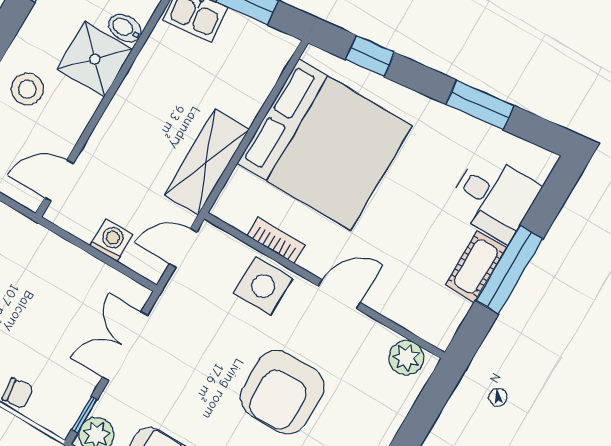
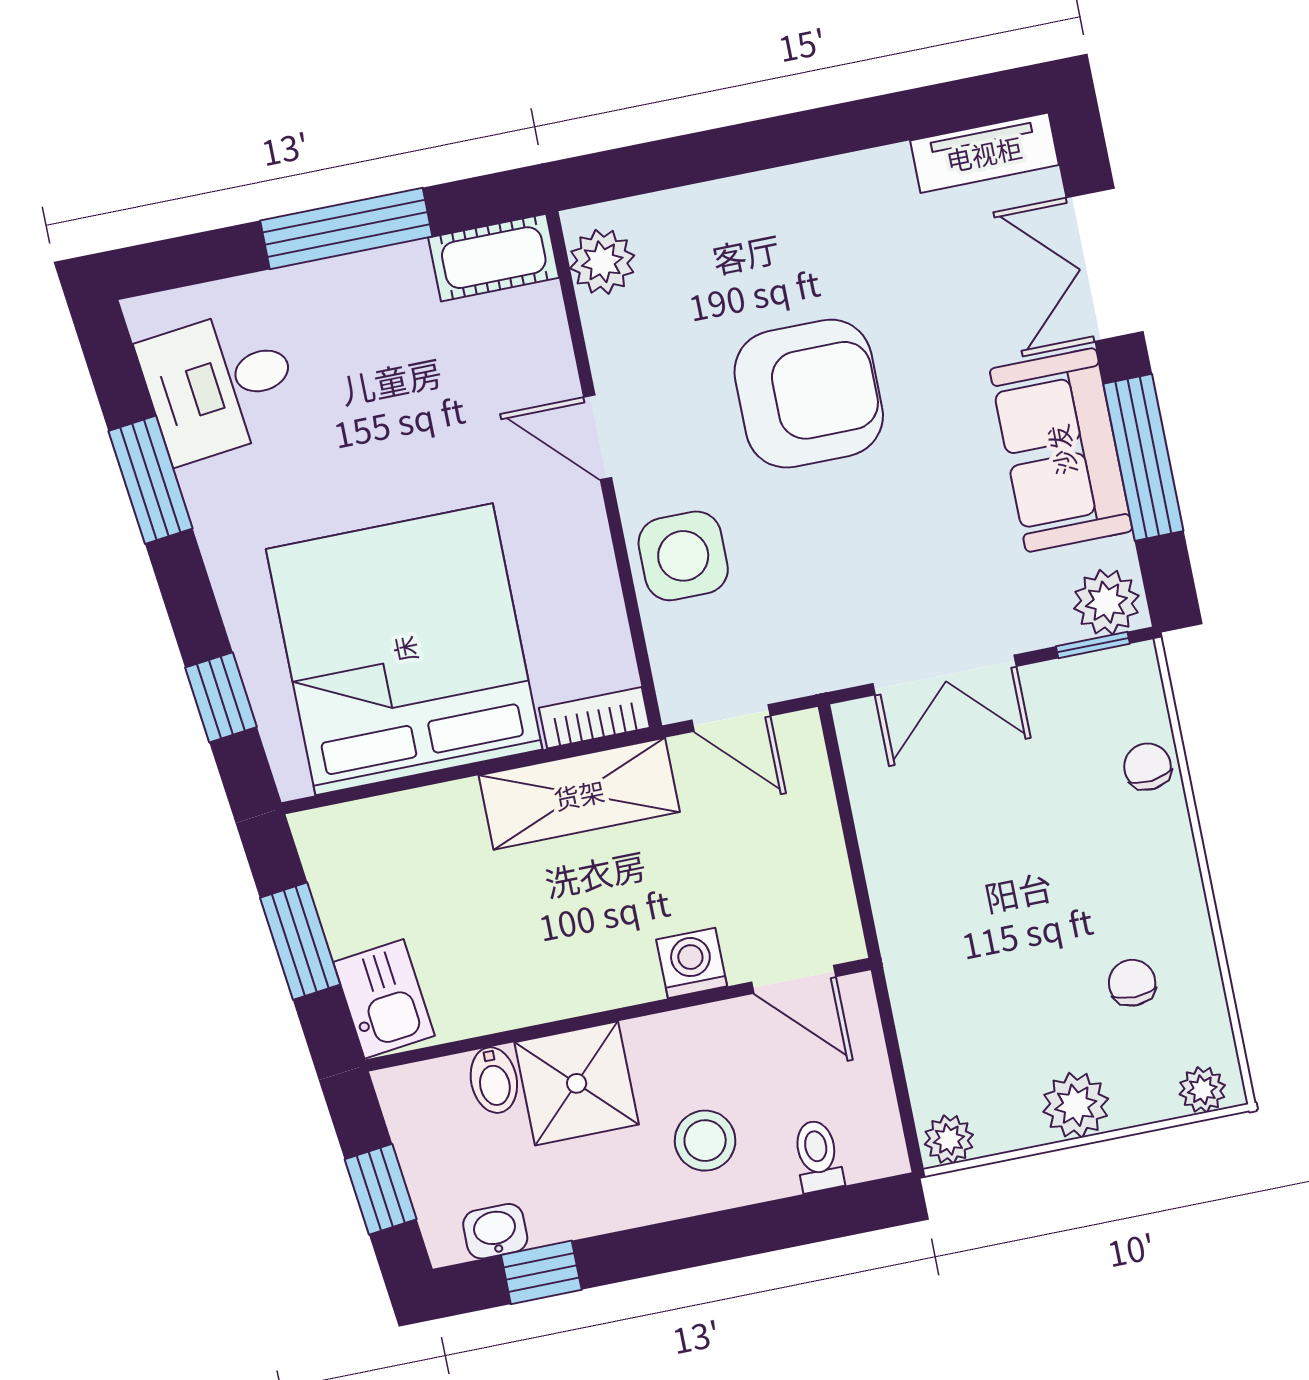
desk: (494, 197) -> (220, 384), moved, turned -97
washing machine: (111, 240) -> (692, 963), moved, turned 90
bookcase: (276, 240) -> (594, 718), moved, turned 90
cot: (476, 266) -> (494, 258), moved

